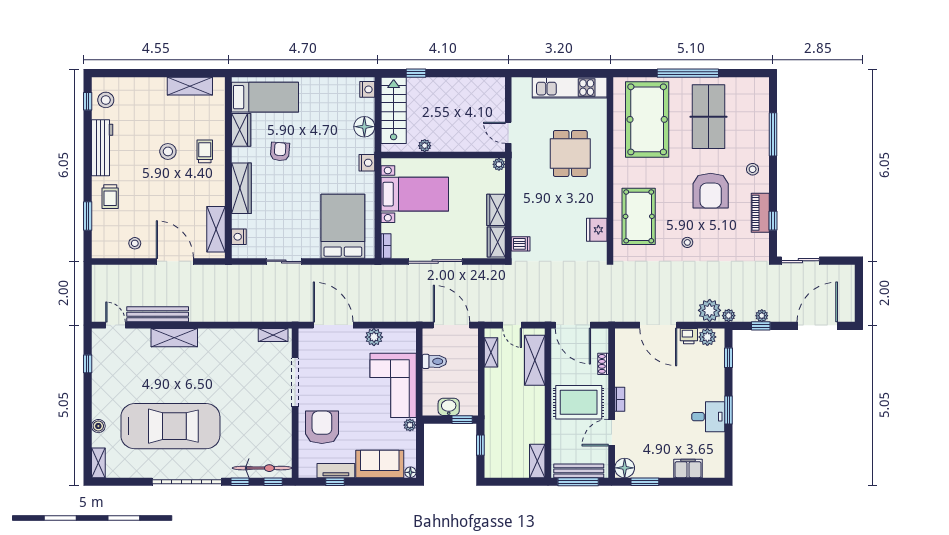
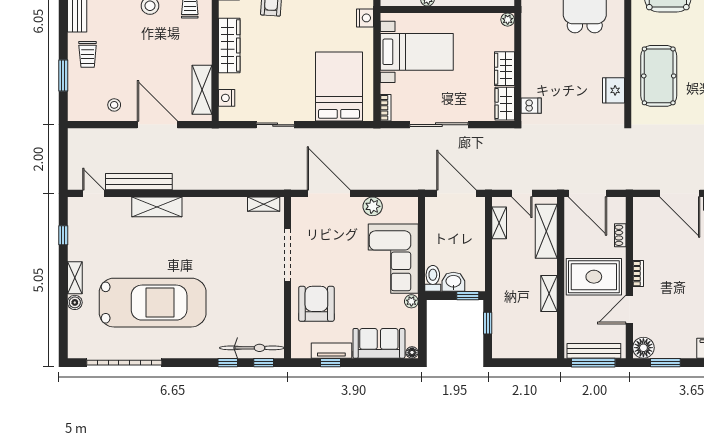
toilet: (434, 361) -> (433, 278), moved, turned -90
shelving: (537, 461) -> (549, 293), moved
shelving: (98, 463) -> (75, 278), moved
garage door: (187, 482) -> (124, 363), moved

